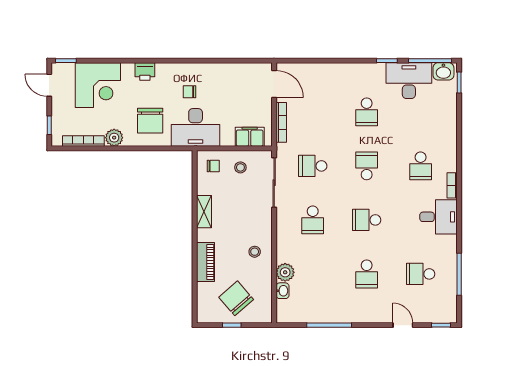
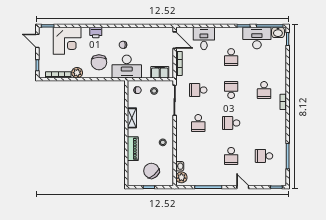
desk: (439, 217) -> (204, 38), moved, turned -90
plant: (285, 272) -> (181, 177), moved
door: (403, 325) -> (243, 187), moved

